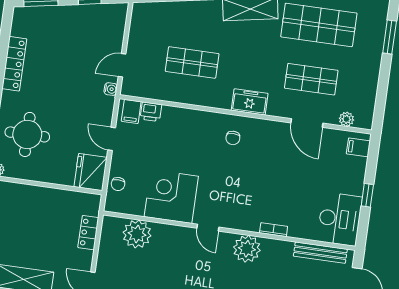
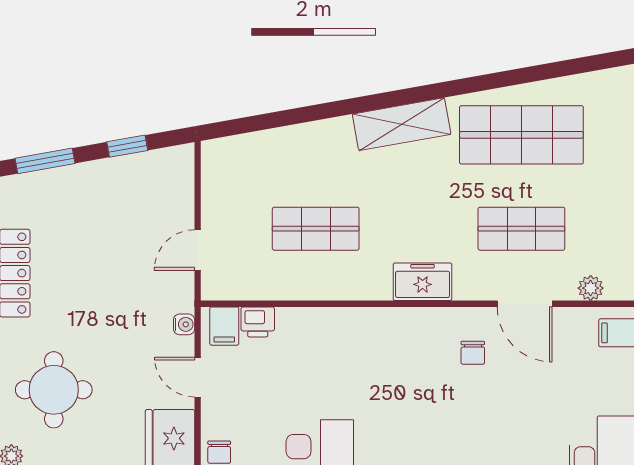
water cooler: (111, 89) -> (184, 324), moved
chair: (233, 138) -> (473, 353), moved

